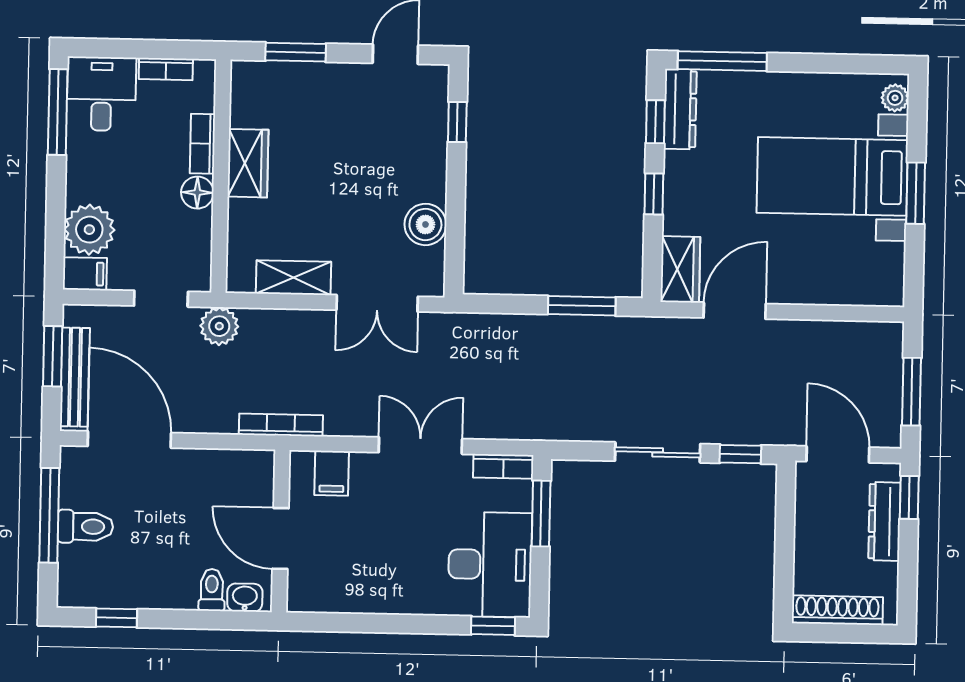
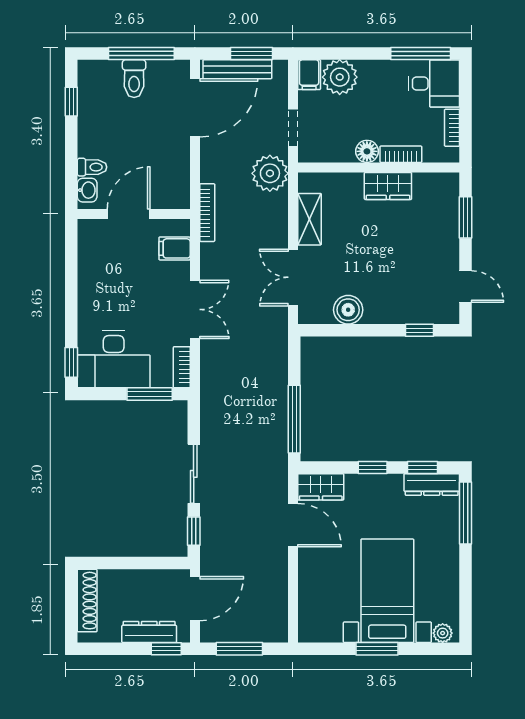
window: (582, 306) -> (294, 419), width x1.44
plant: (219, 326) -> (270, 173), width x1.36, depth x1.36

